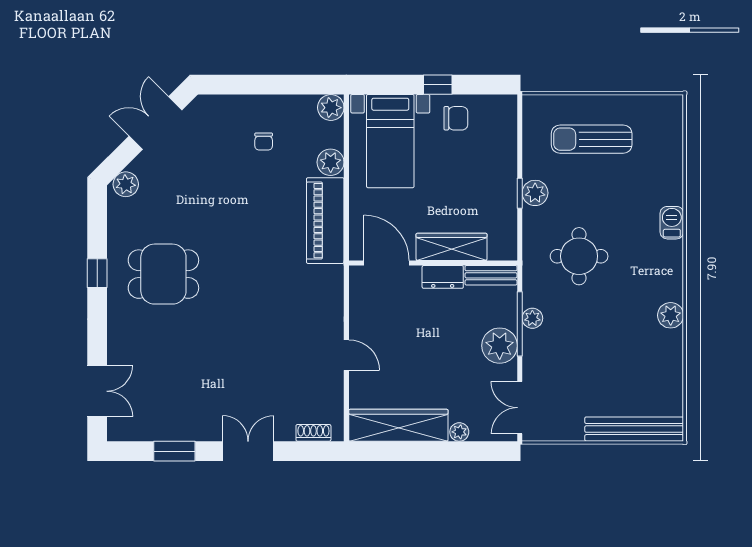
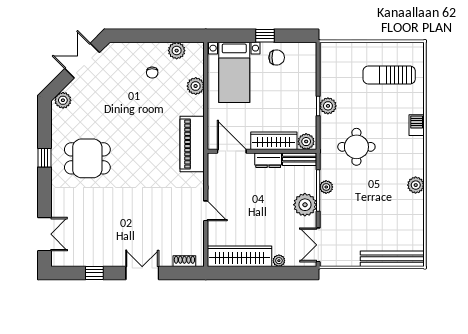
plant: (331, 108) -> (177, 51), moved
sun lounger: (592, 139) -> (389, 75), moved
piano: (325, 221) -> (192, 144), moved
plant: (501, 248) -> (306, 142), added
window: (174, 451) -> (94, 273), width x0.67

